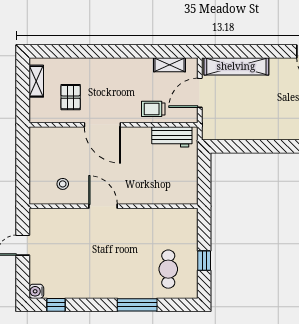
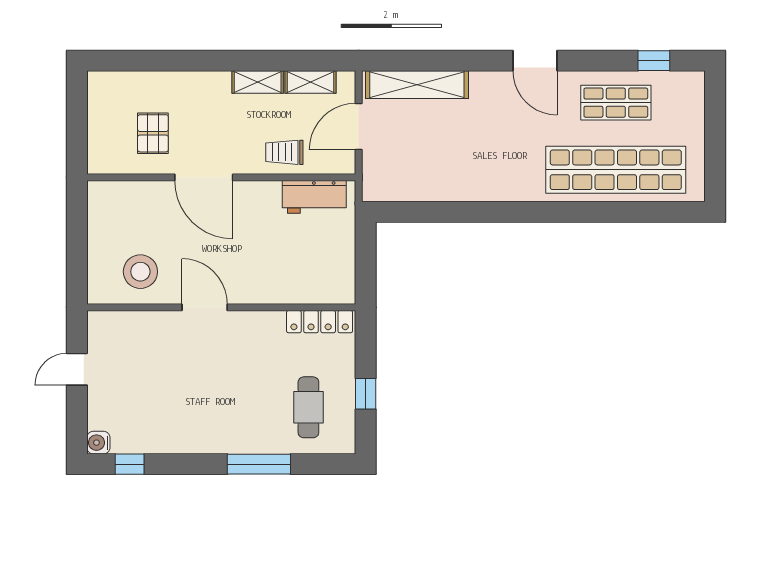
shelving: (36, 81) -> (258, 82), moved, turned 90
stool: (63, 184) -> (140, 272), width x1.89, depth x1.89
locker: (175, 215) -> (320, 322), added

